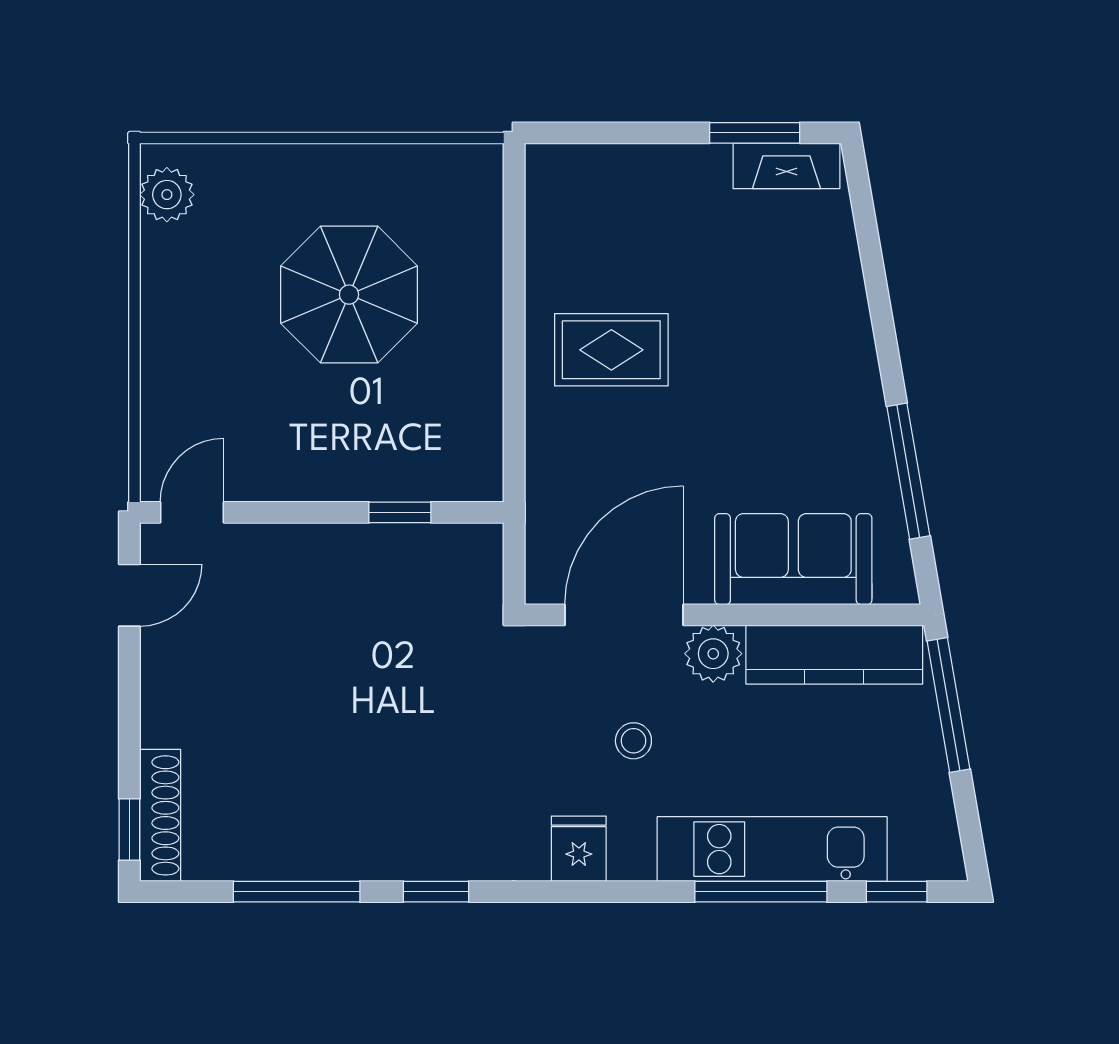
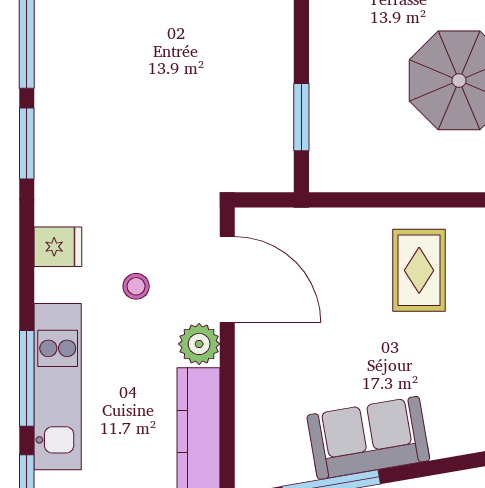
window: (400, 512) -> (301, 117), width x1.50
sofa: (793, 559) -> (368, 438), moved, turned -100
window: (436, 892) -> (27, 143), width x1.50

